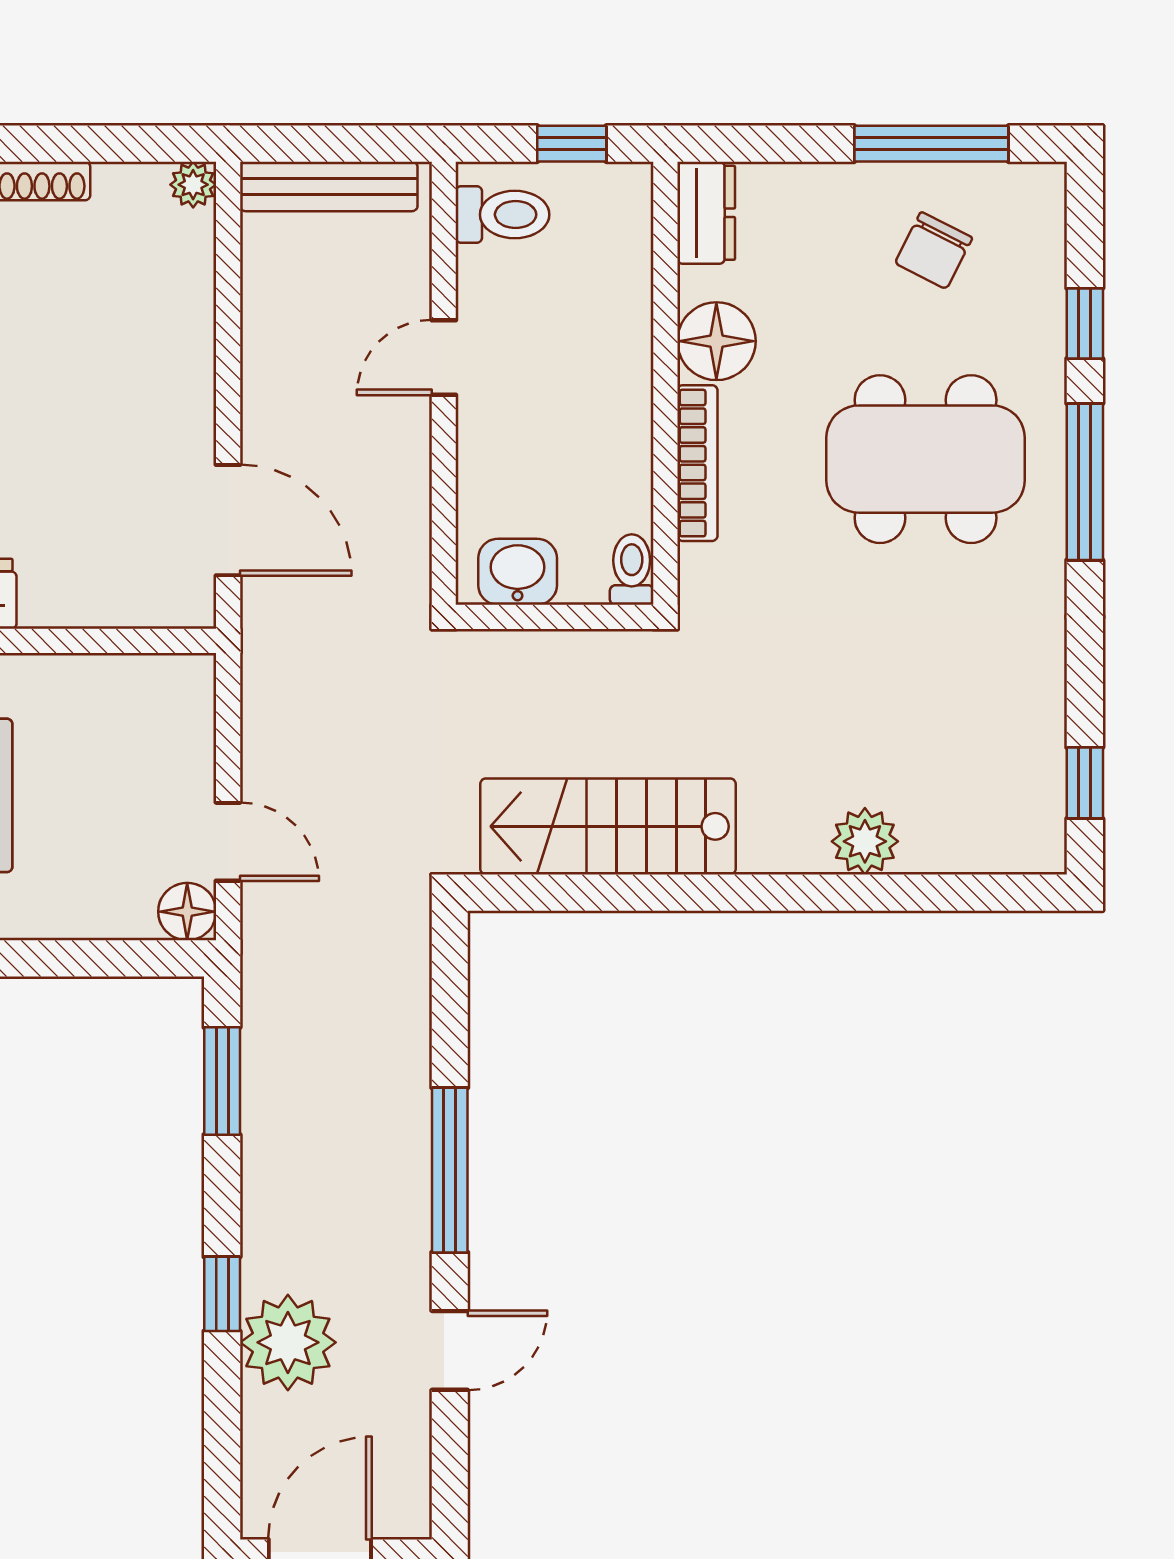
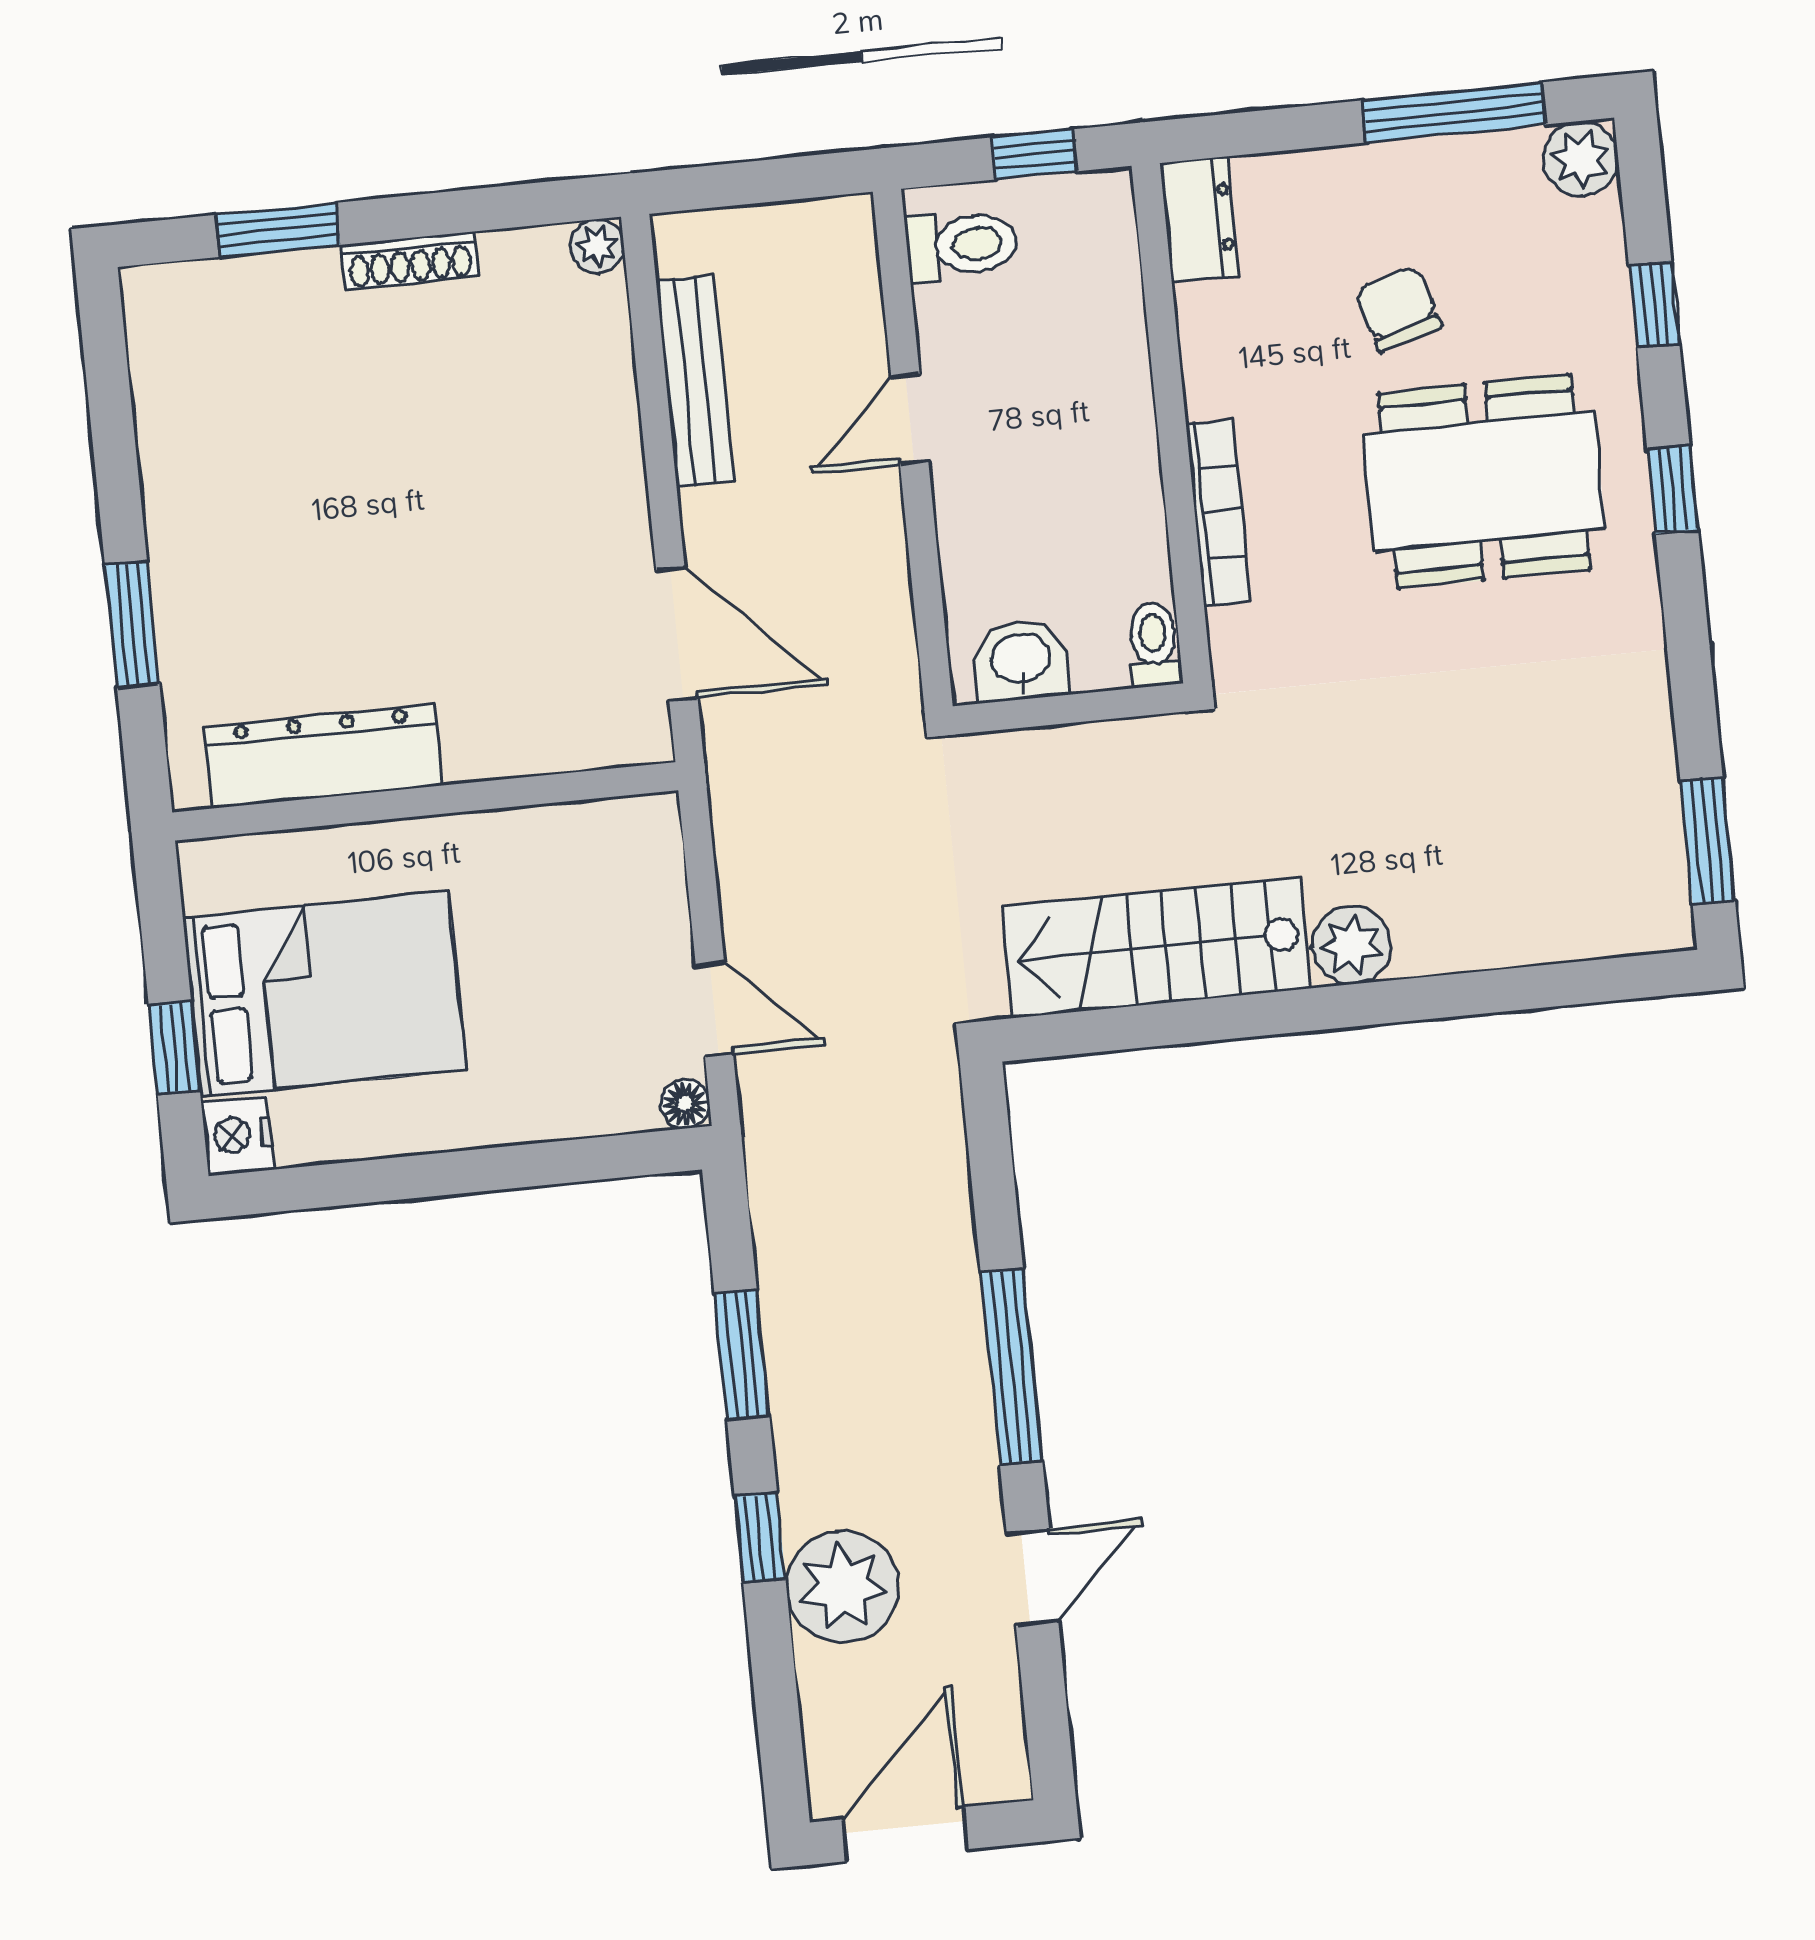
bench: (329, 186) -> (695, 381), moved, turned 90
plant: (1035, 194) -> (1581, 159), added
chair: (934, 250) -> (1398, 309), moved, turned 136
floor lamp: (716, 341) -> (1226, 368), removed
window: (1085, 482) -> (1673, 489), width x0.46
window: (1085, 783) -> (1708, 841), width x1.50
plant: (865, 841) -> (1351, 945), moved
floor lamp: (187, 912) -> (685, 1104), width x0.73, depth x0.73
window: (222, 1081) -> (742, 1355), moved

